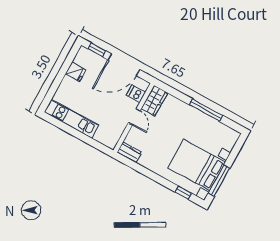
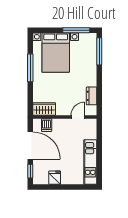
door: (134, 117) -> (78, 117), moved
dresser: (129, 152) -> (92, 96), moved
bed with nightstands: (197, 165) -> (56, 53), moved
window: (183, 193) -> (99, 51), width x2.17

